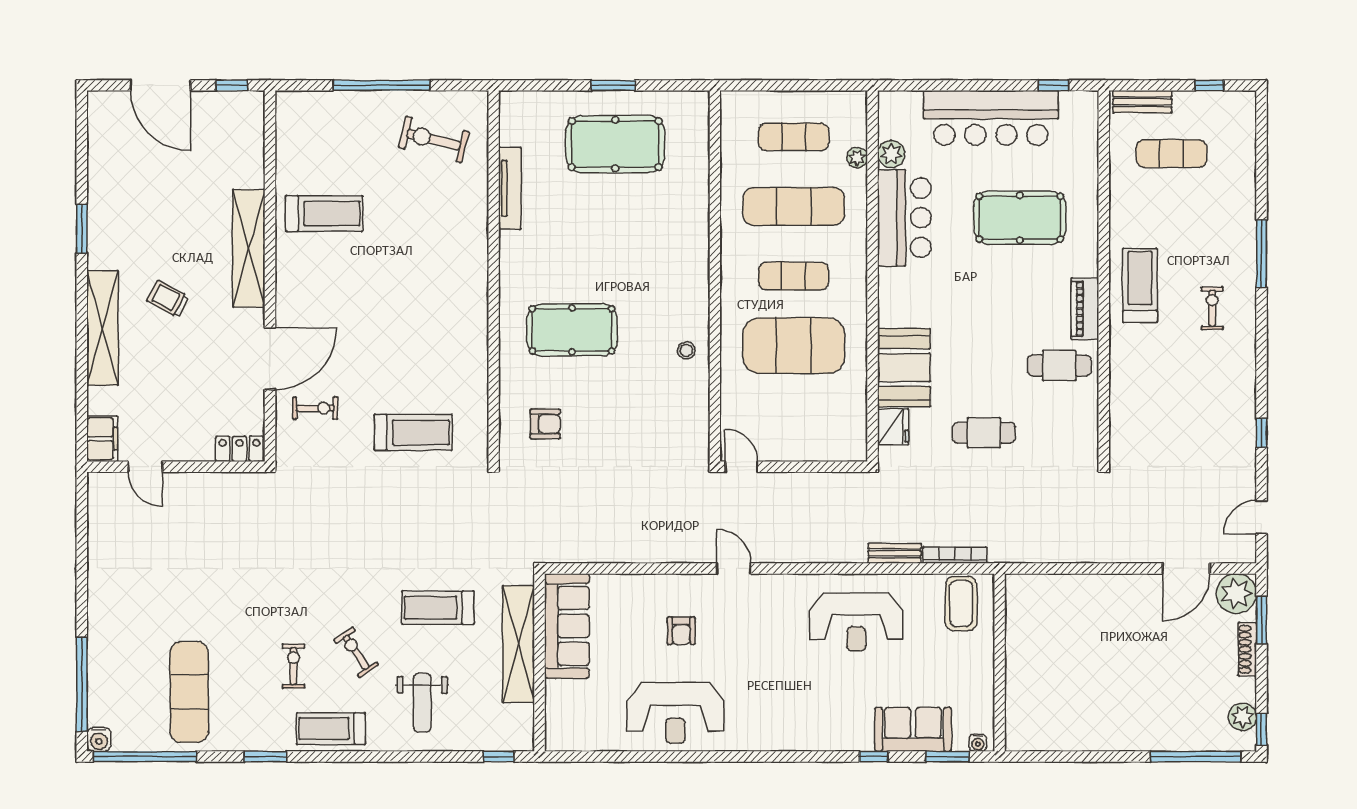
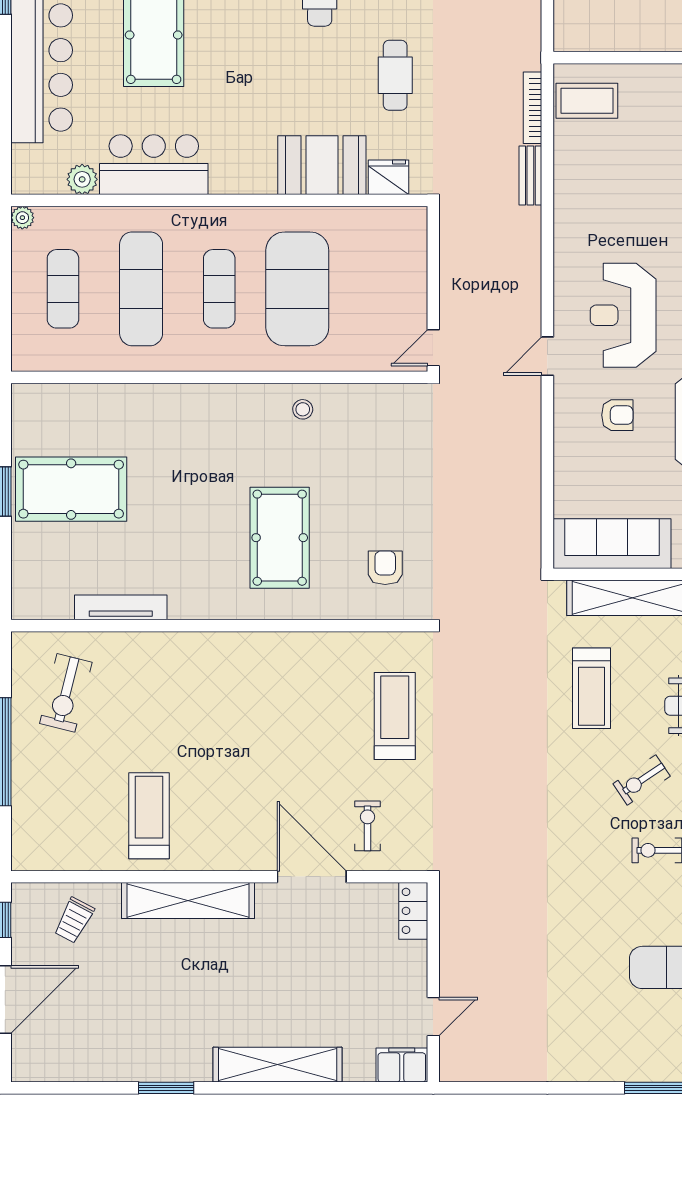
pool table: (615, 144) -> (71, 489), turned 90
plant: (857, 158) -> (22, 218), moved
trolley: (168, 299) -> (74, 920), moved
reception desk: (856, 622) -> (623, 315), moved, turned 180

